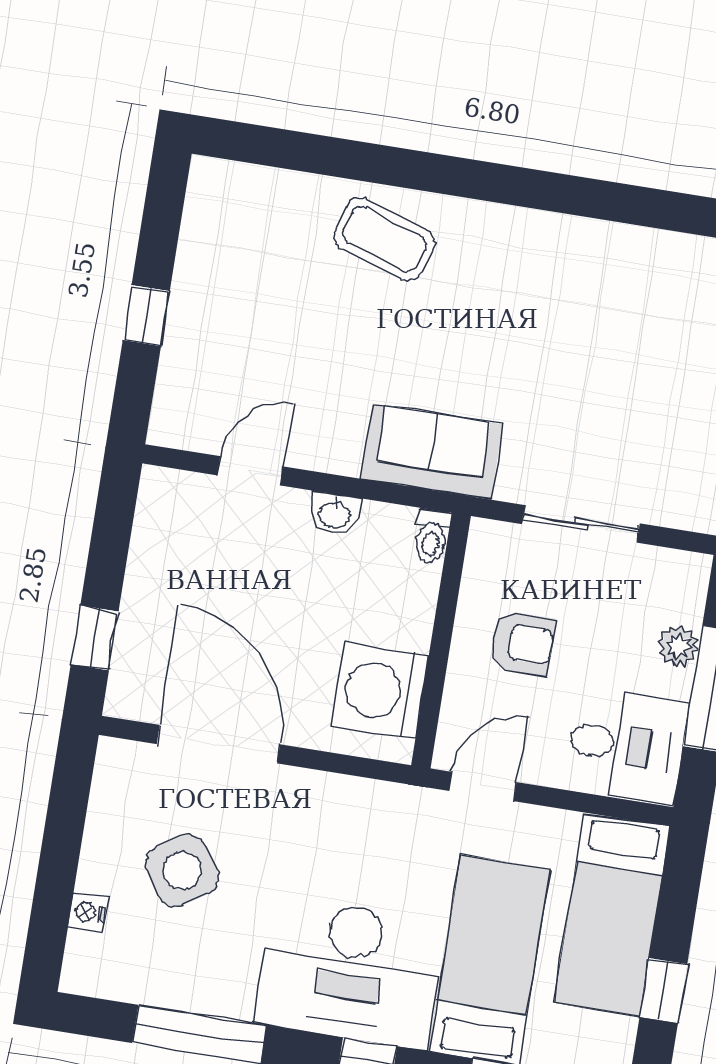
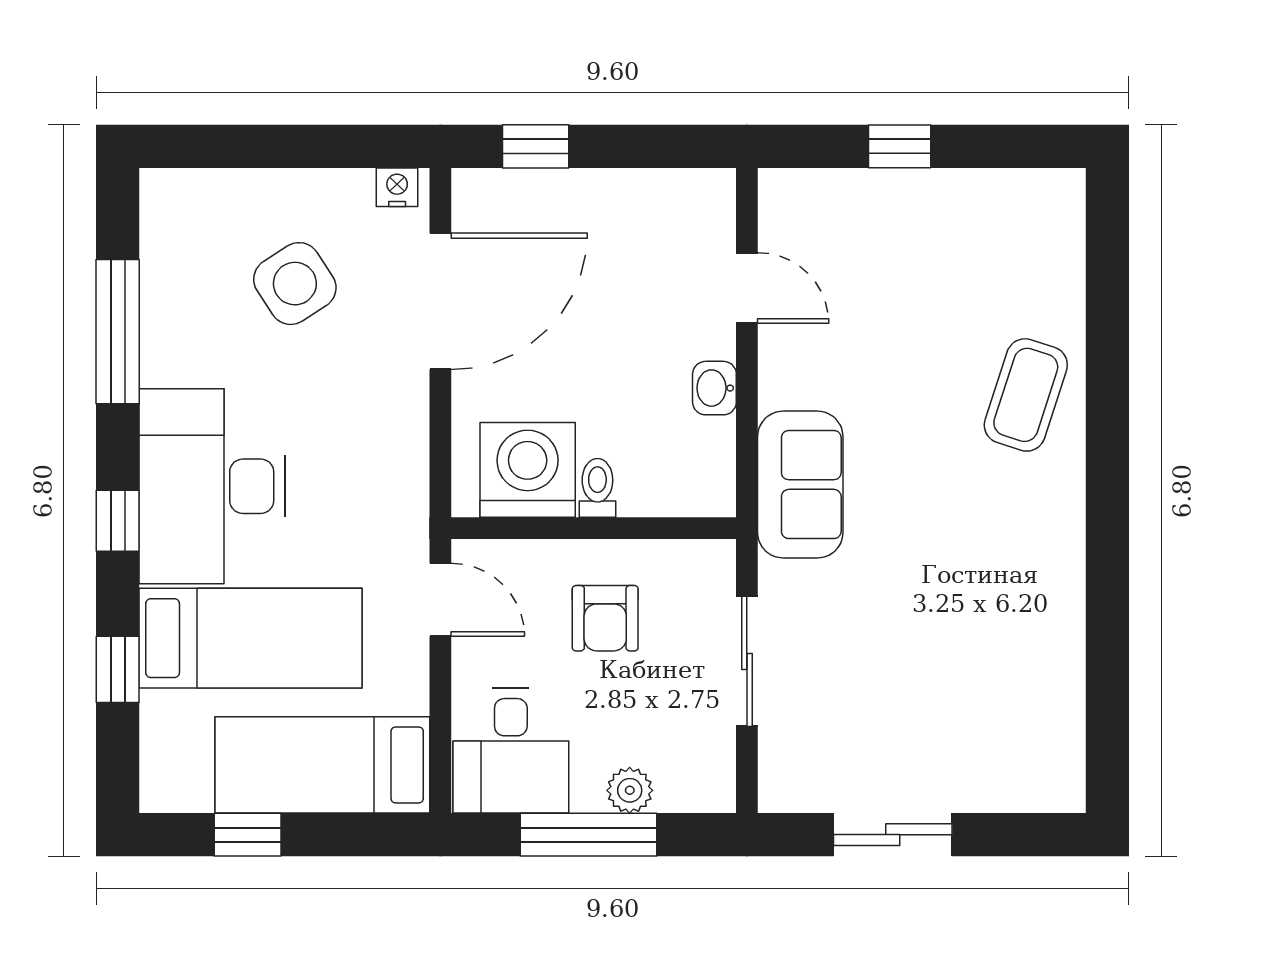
toilet: (431, 536) -> (597, 488), moved, turned 90
nightstand: (88, 912) -> (397, 187), moved

